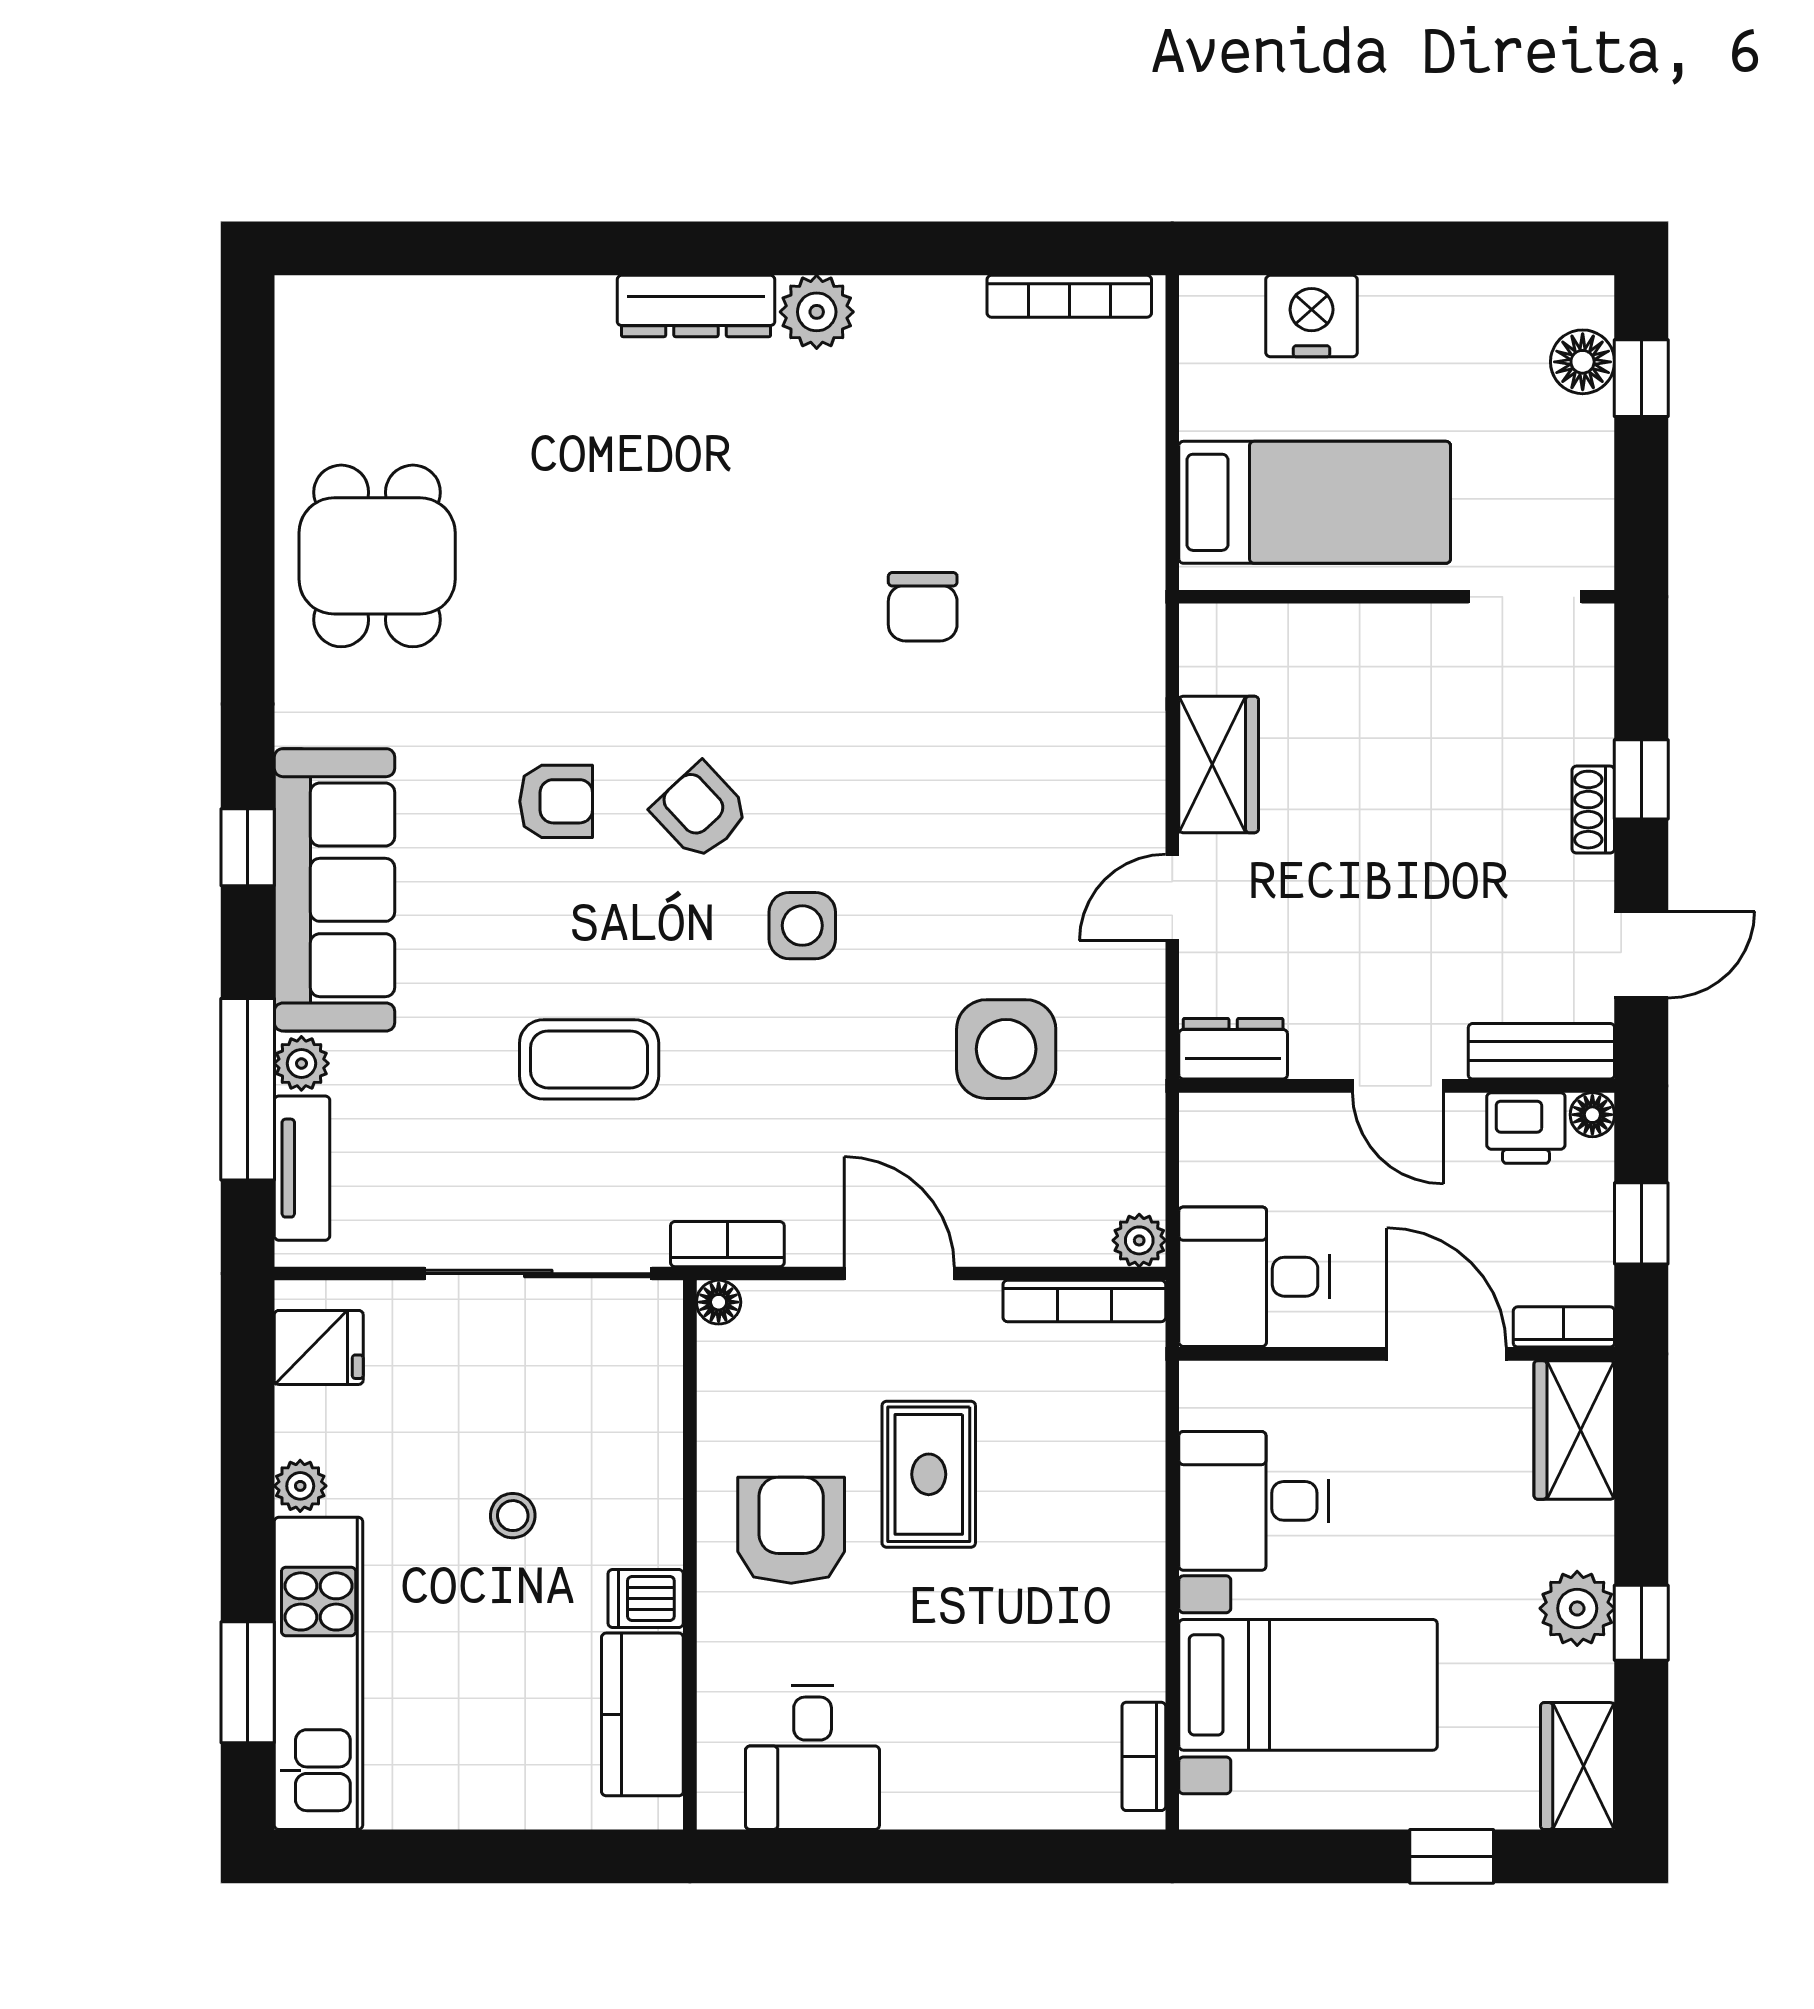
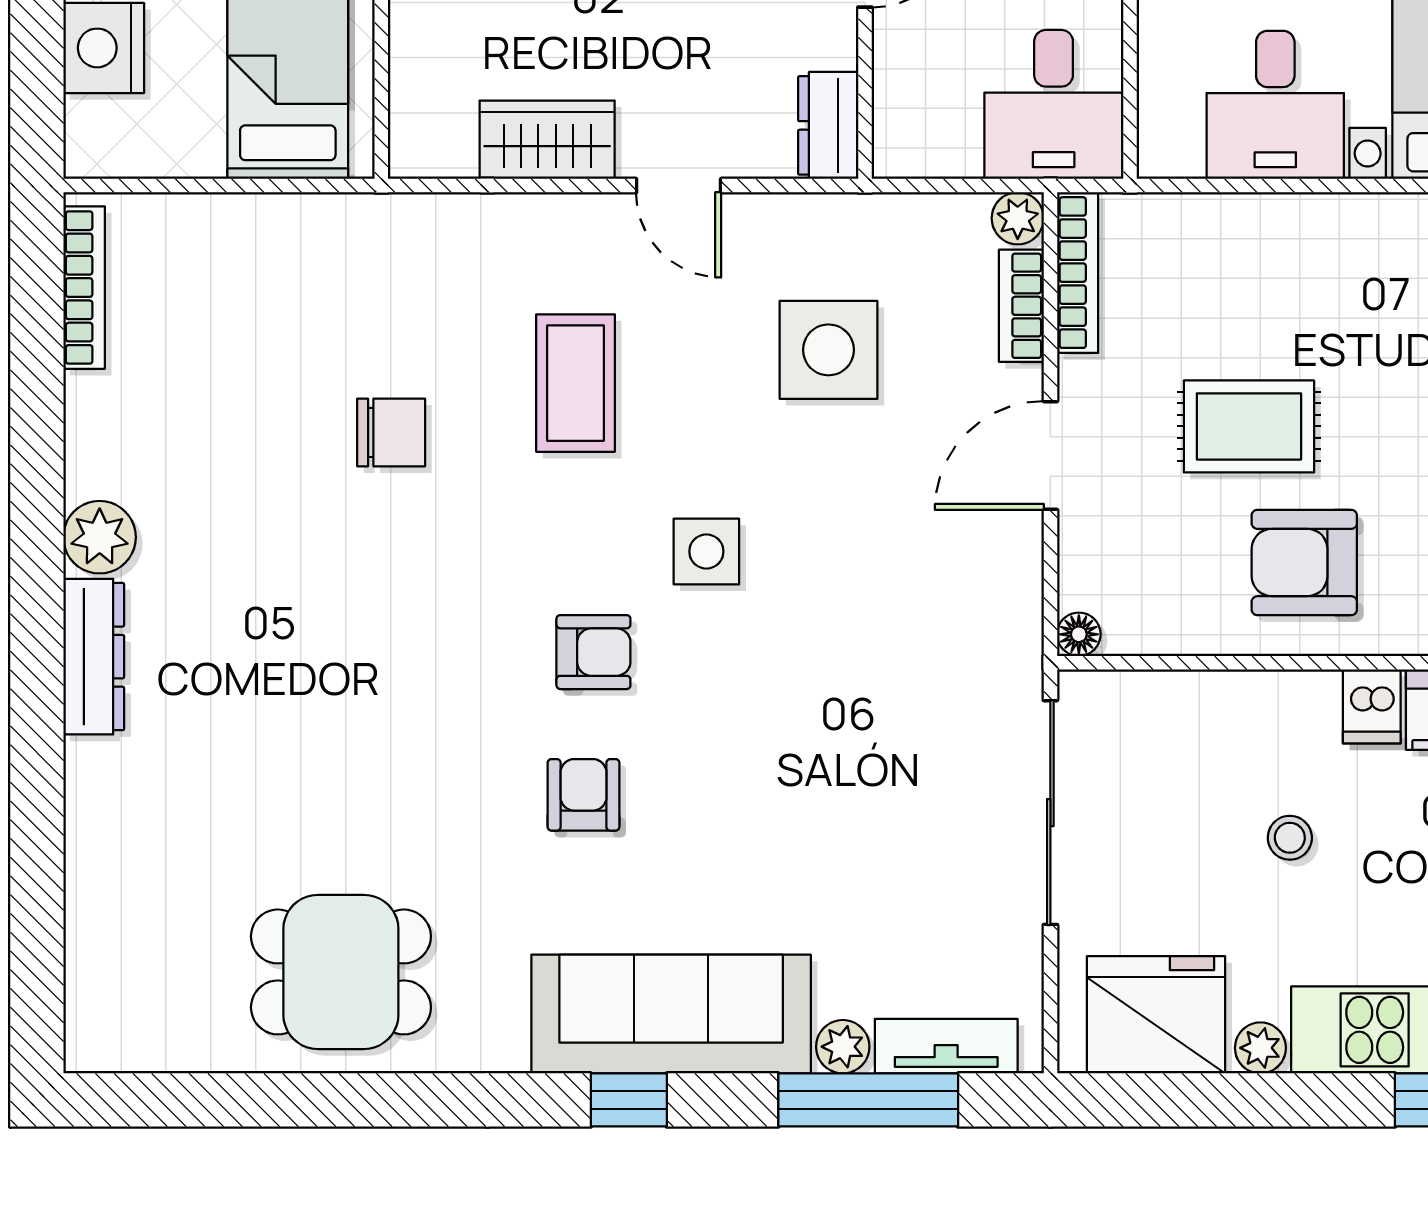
armchair: (701, 811) -> (593, 652), turned -137
coffee table: (589, 1059) -> (575, 383), moved
bookcase: (727, 1244) -> (1021, 306), moved
fridge: (319, 1347) -> (1156, 1015), width x1.88, depth x1.34

